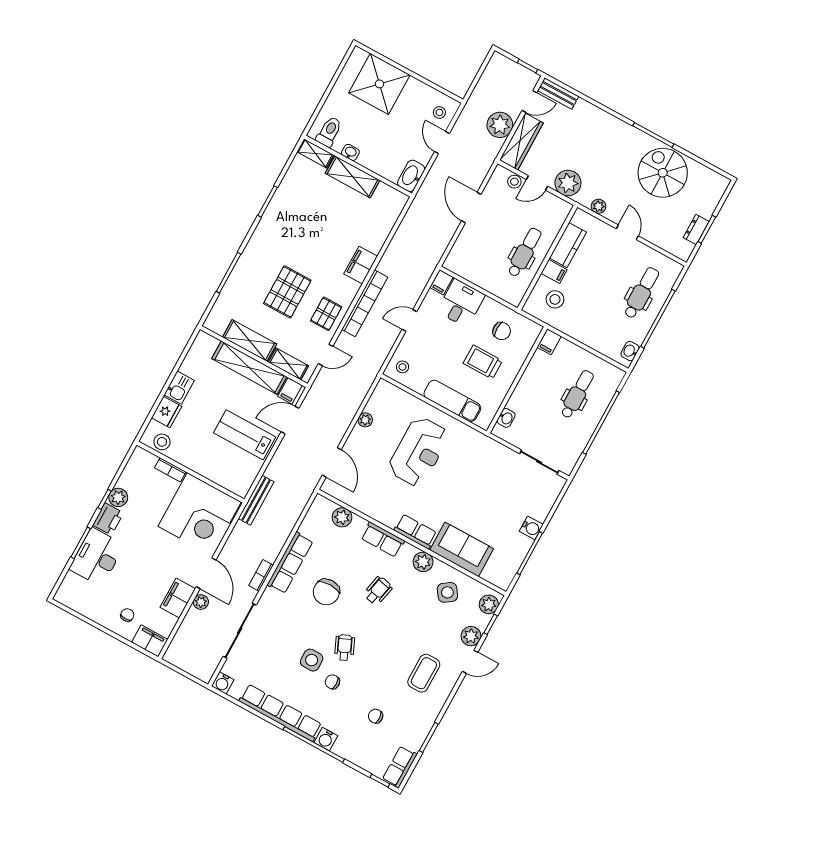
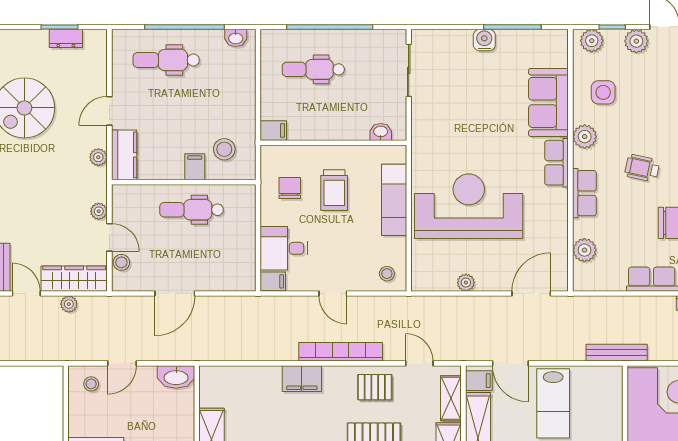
plant: (500, 125) -> (69, 304), width x0.53, depth x0.53
plant: (568, 183) -> (99, 211), width x0.53, depth x0.53
kitchen counter: (568, 245) -> (124, 155), moved, turned 90
reception desk: (419, 452) -> (469, 206), width x1.36, depth x1.30
side table: (447, 592) -> (603, 92), turned 35

